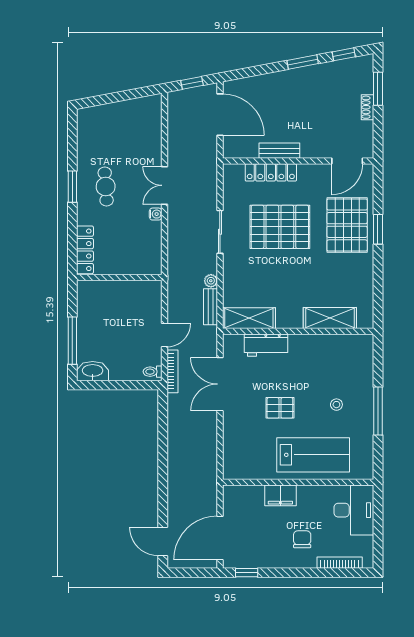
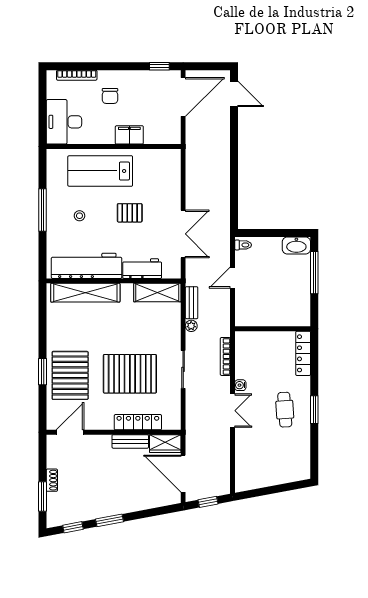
wardrobe: (240, 148) -> (165, 444), added
shelving: (330, 318) -> (85, 293), width x1.47
workbench: (329, 348) -> (87, 266), added
bookcase: (172, 371) -> (225, 356), moved

